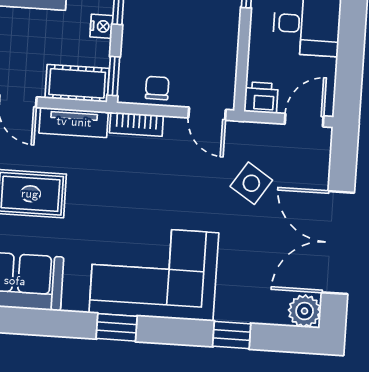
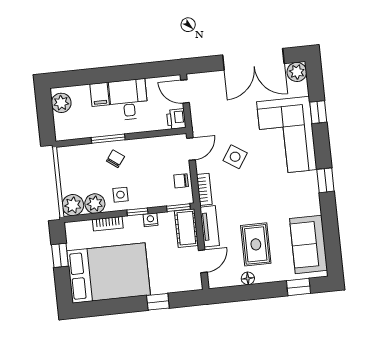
side table: (251, 183) -> (235, 157), moved
corner sofa: (154, 273) -> (287, 136), moved

